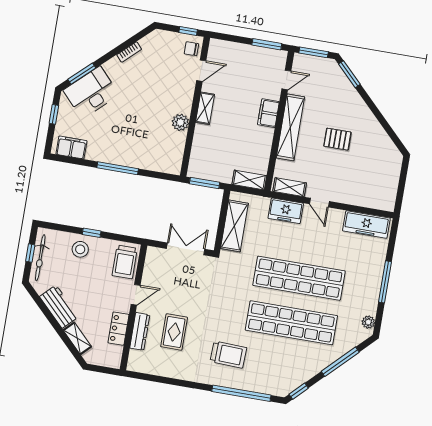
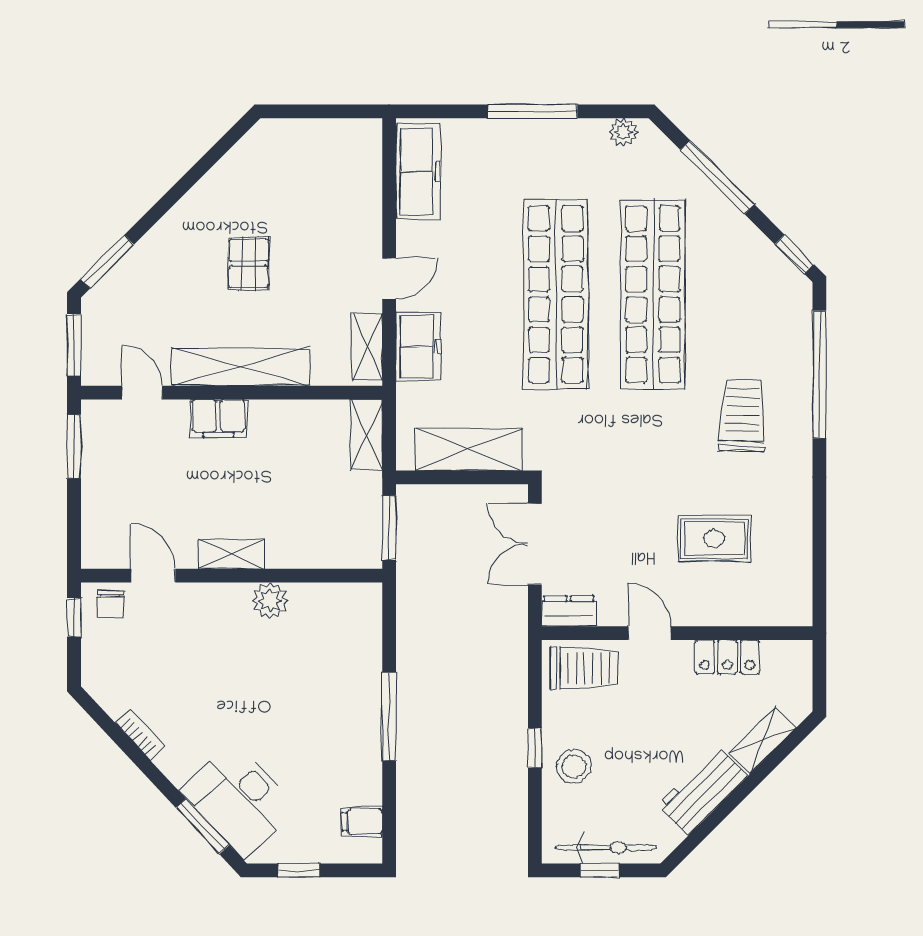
filing cabinet: (71, 147) -> (362, 822), width x0.50
dresser: (140, 331) -> (569, 611), moved, width x0.70

